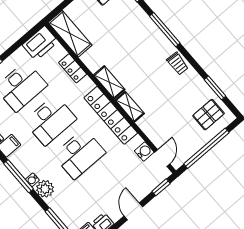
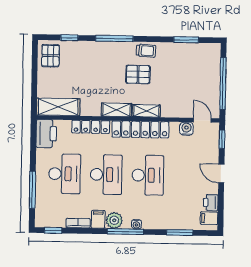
locker: (73, 68) -> (91, 127), width x1.53
pallet: (208, 115) -> (138, 74), moved, turned 90
plant: (45, 189) -> (114, 220), moved

